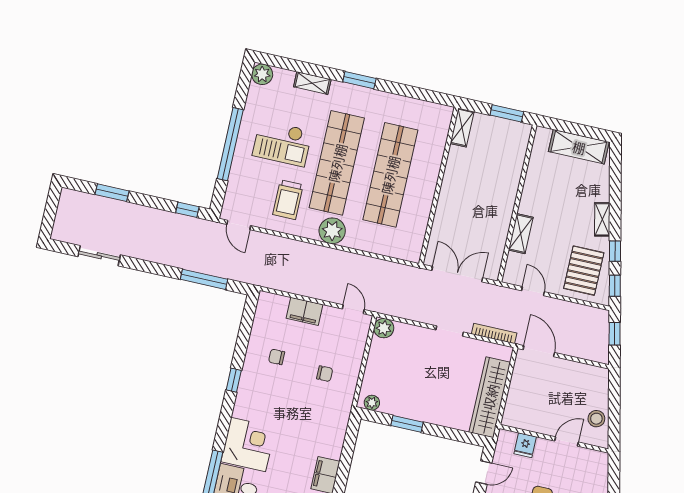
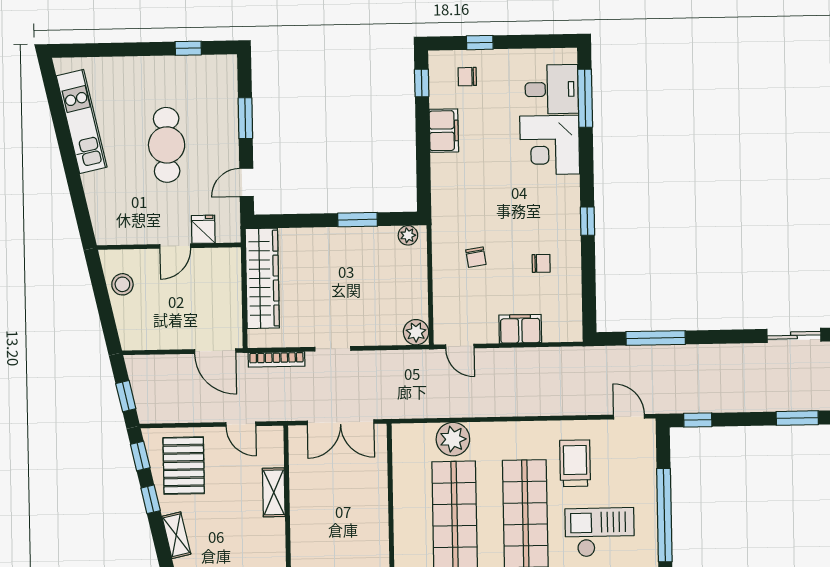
plant: (332, 231) -> (453, 439), moved
chair: (325, 374) -> (476, 257), turned -99
door: (566, 442) -> (175, 246), moved

